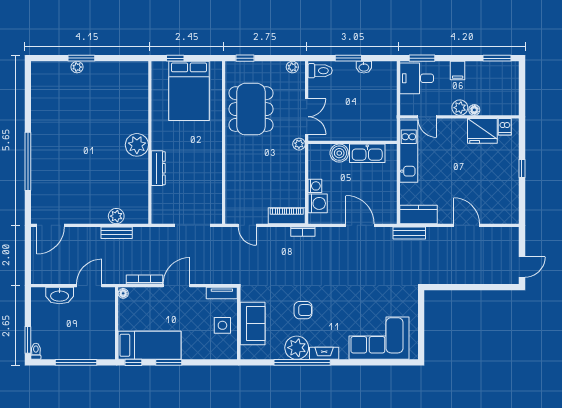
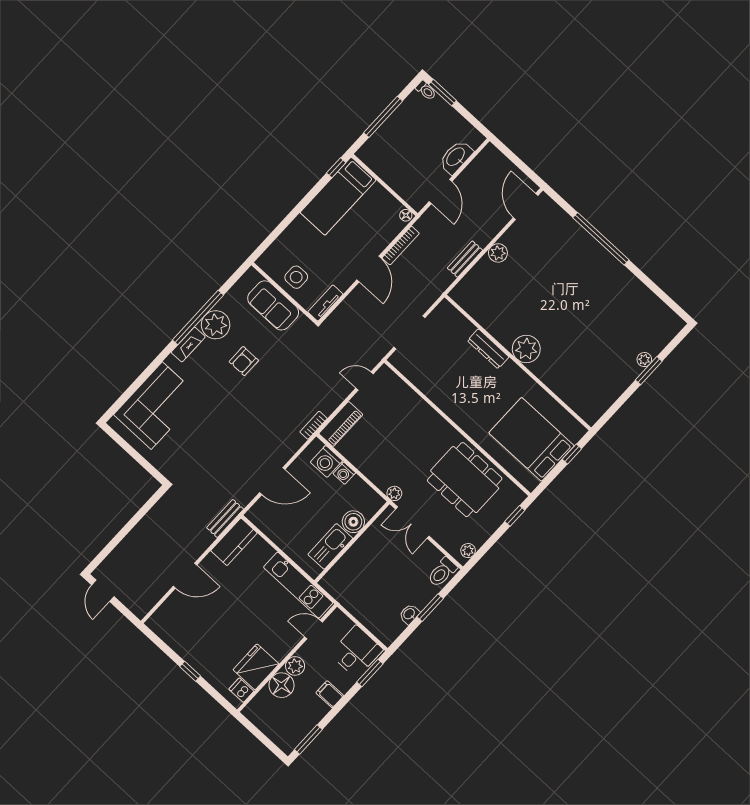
floor lamp: (474, 110) -> (281, 685), width x1.89, depth x1.89
plant: (116, 216) -> (498, 253), moved
window: (169, 362) -> (307, 199), removed

